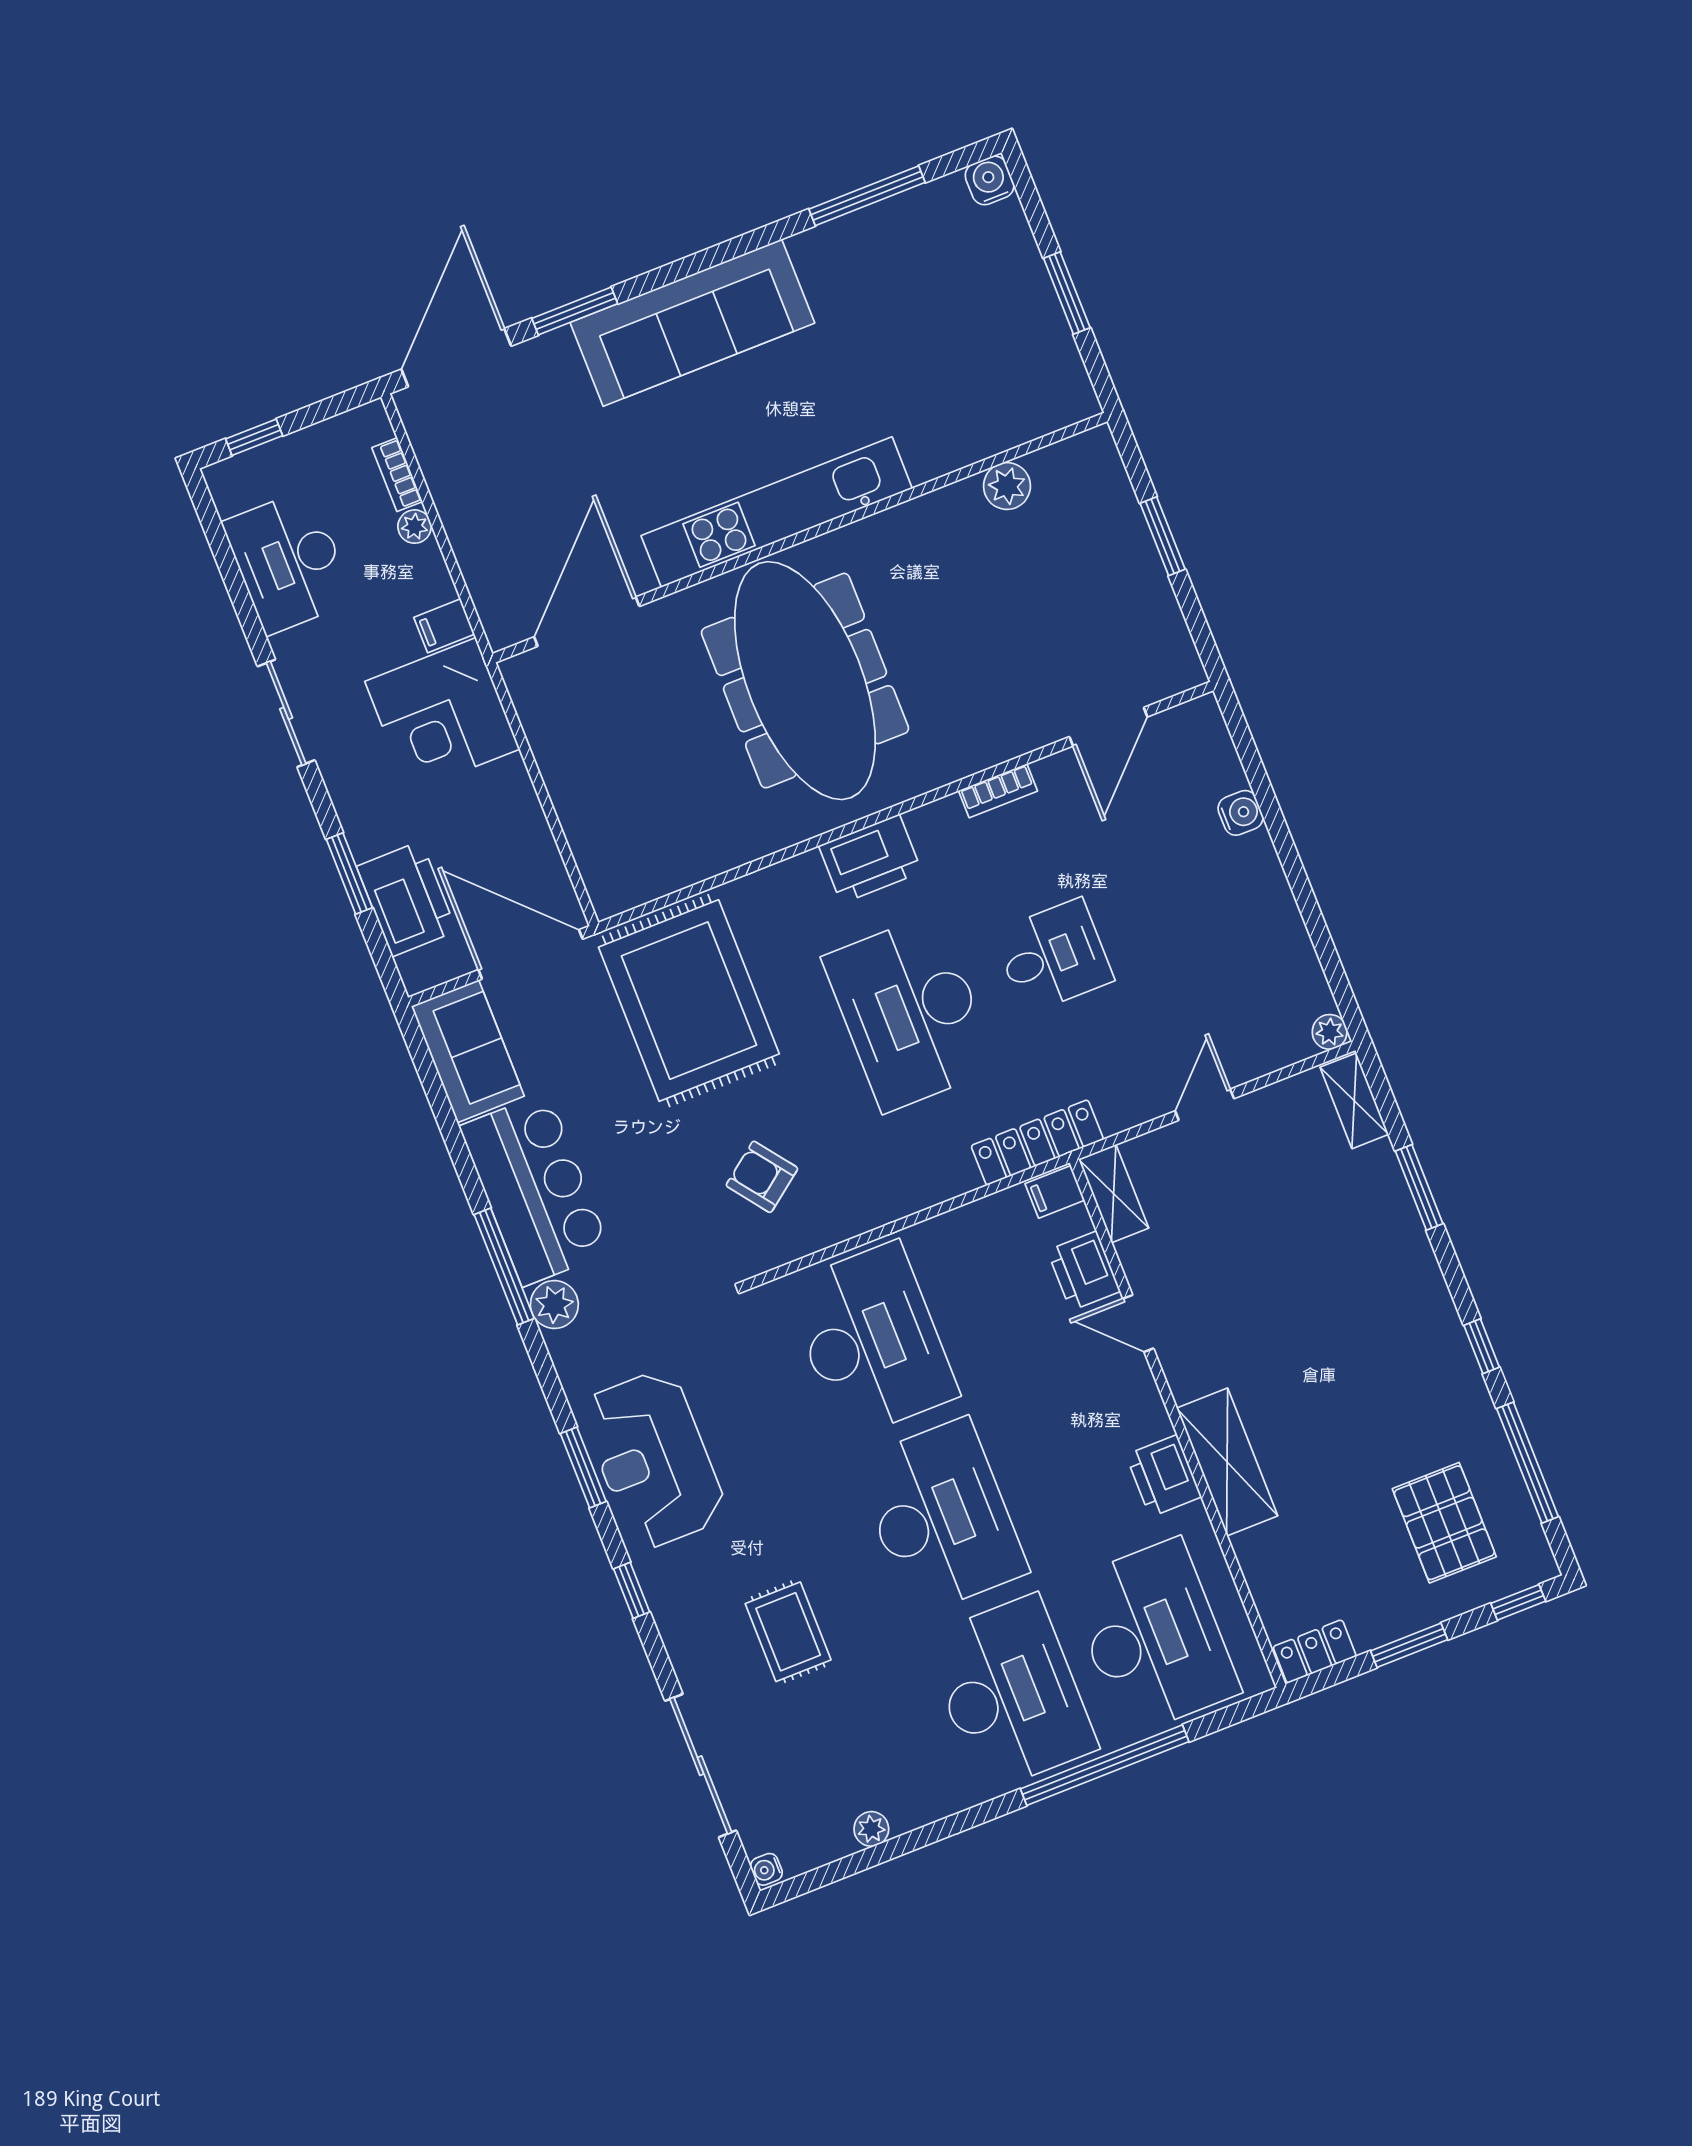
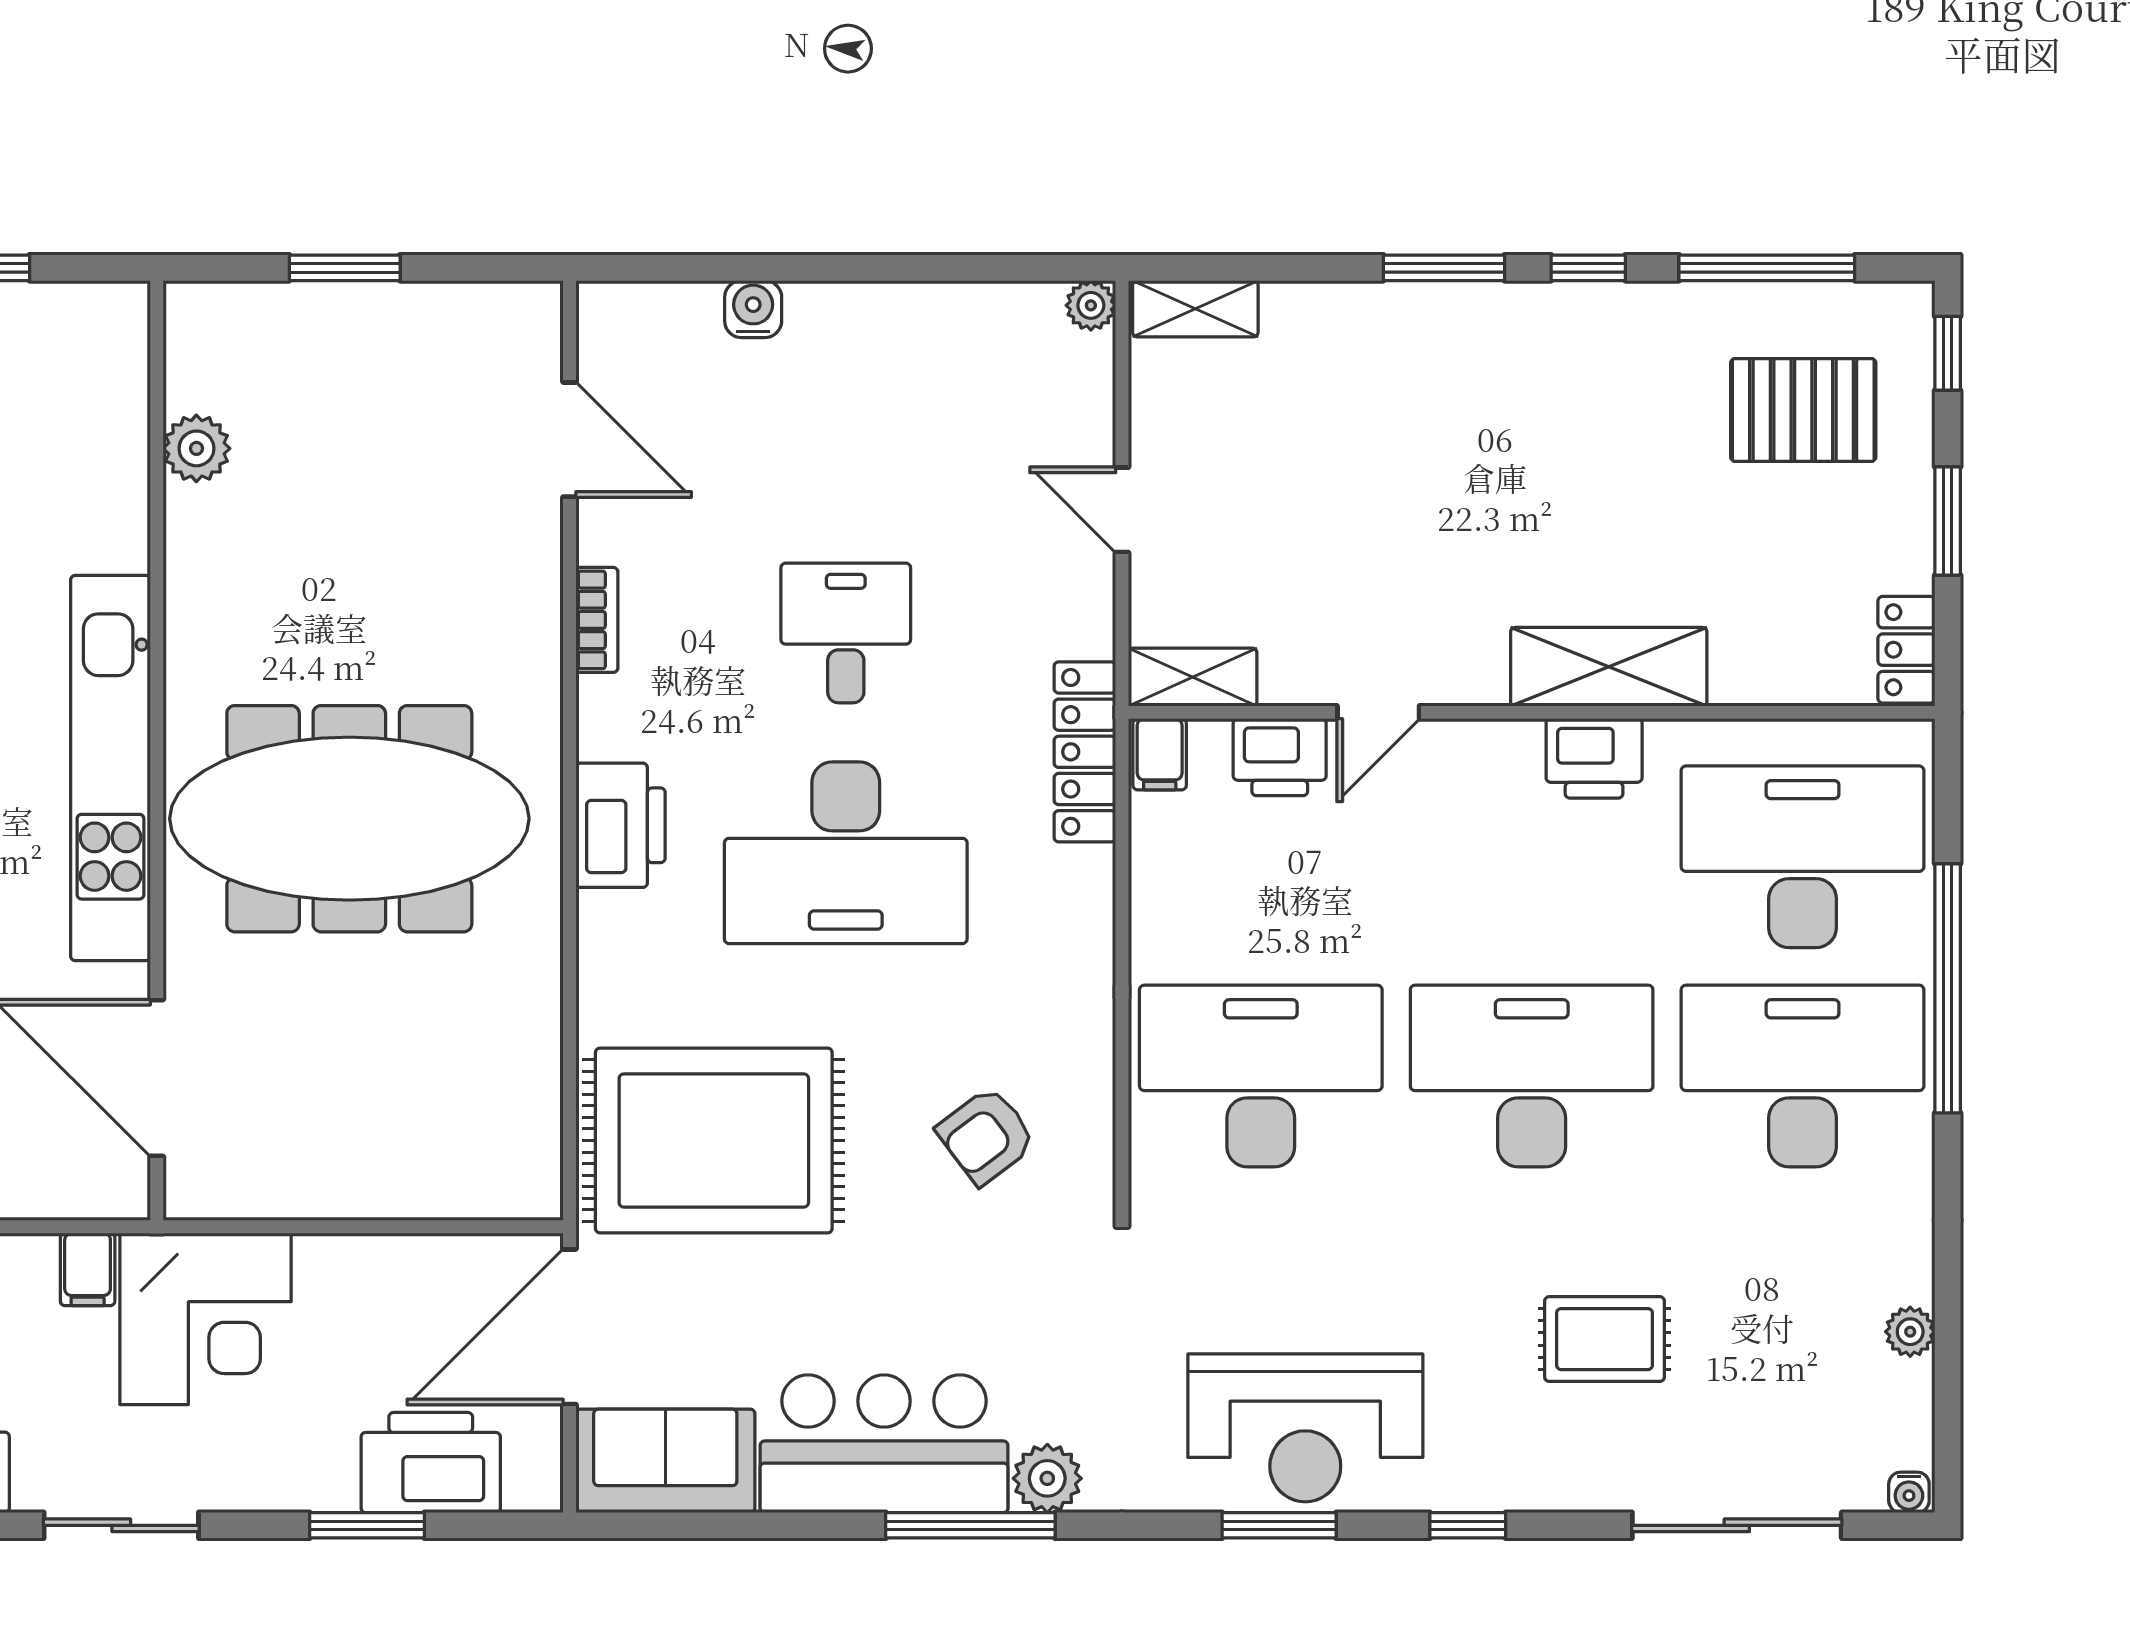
window: (1419, 1187) -> (1444, 268), moved

